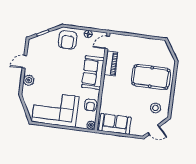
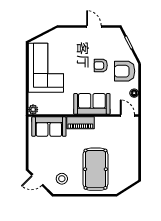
piano: (111, 63) -> (80, 123), moved
plant: (29, 80) -> (74, 34), removed
armchair: (91, 105) -> (101, 65), moved
sofa: (115, 124) -> (49, 127), moved, turned 90
door: (154, 130) -> (37, 180), hinge flipped

